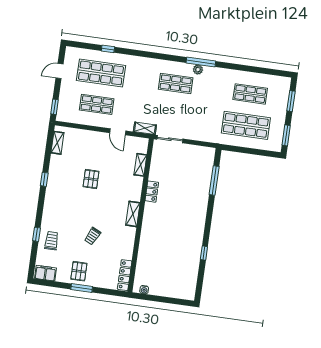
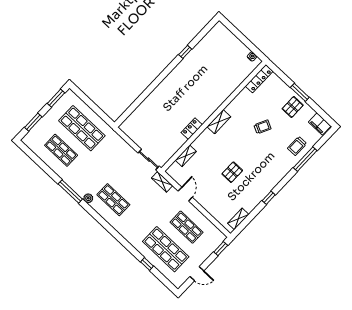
window: (201, 62) -> (70, 192), moved
window: (214, 180) -> (137, 103), removed
window: (37, 234) -> (305, 159), width x2.17

